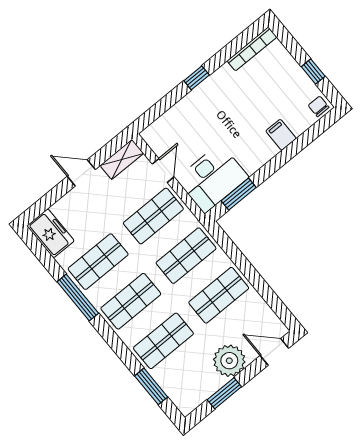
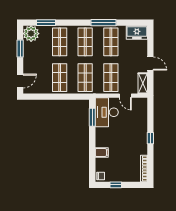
door: (81, 173) -> (150, 63), hinge flipped
plant: (229, 361) -> (31, 34), moved

